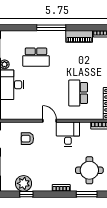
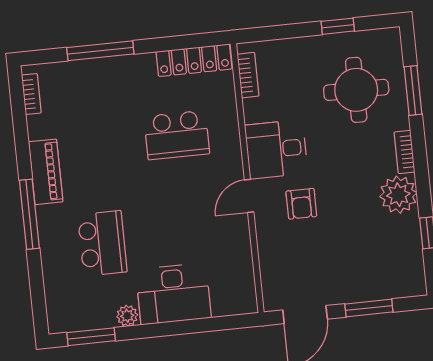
piano: (79, 36) -> (46, 172), moved
armchair: (27, 139) -> (301, 204), moved
plant: (24, 183) -> (398, 195), moved

